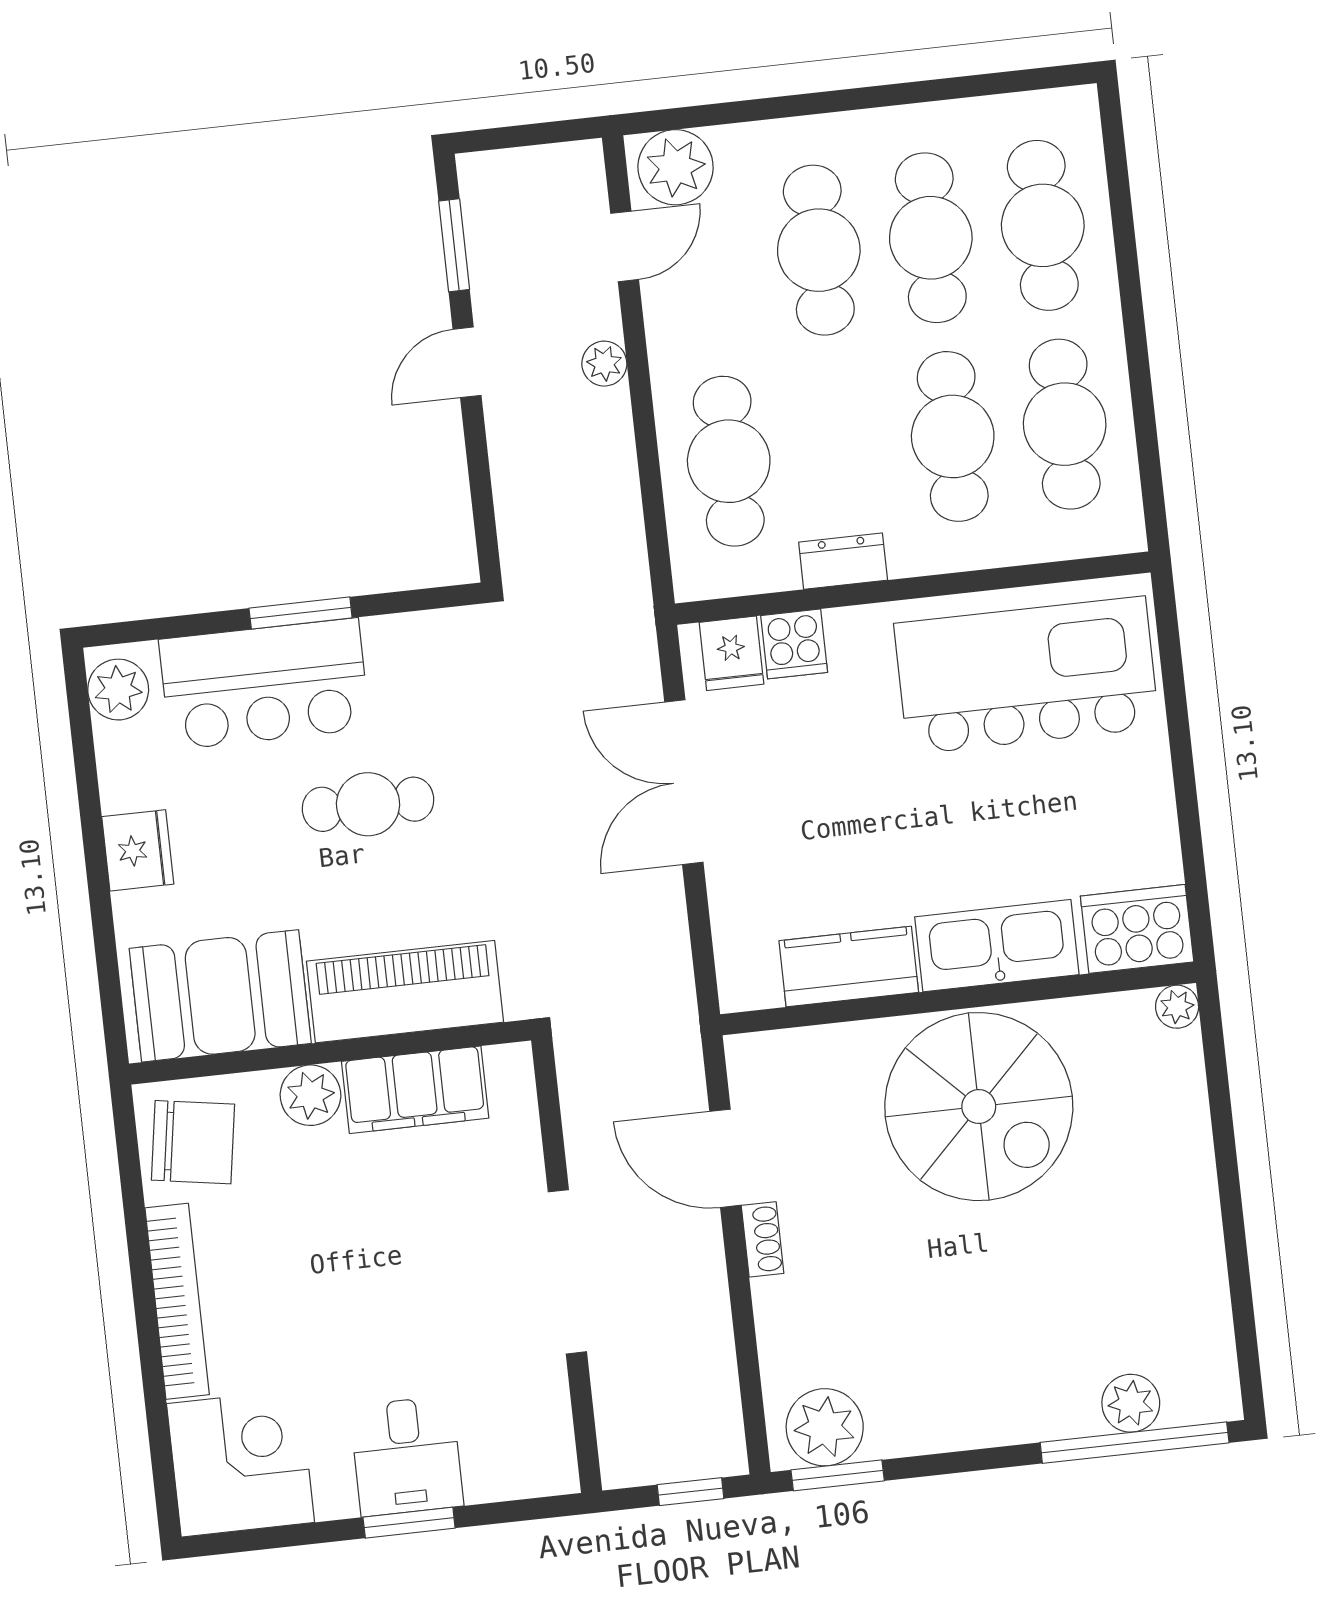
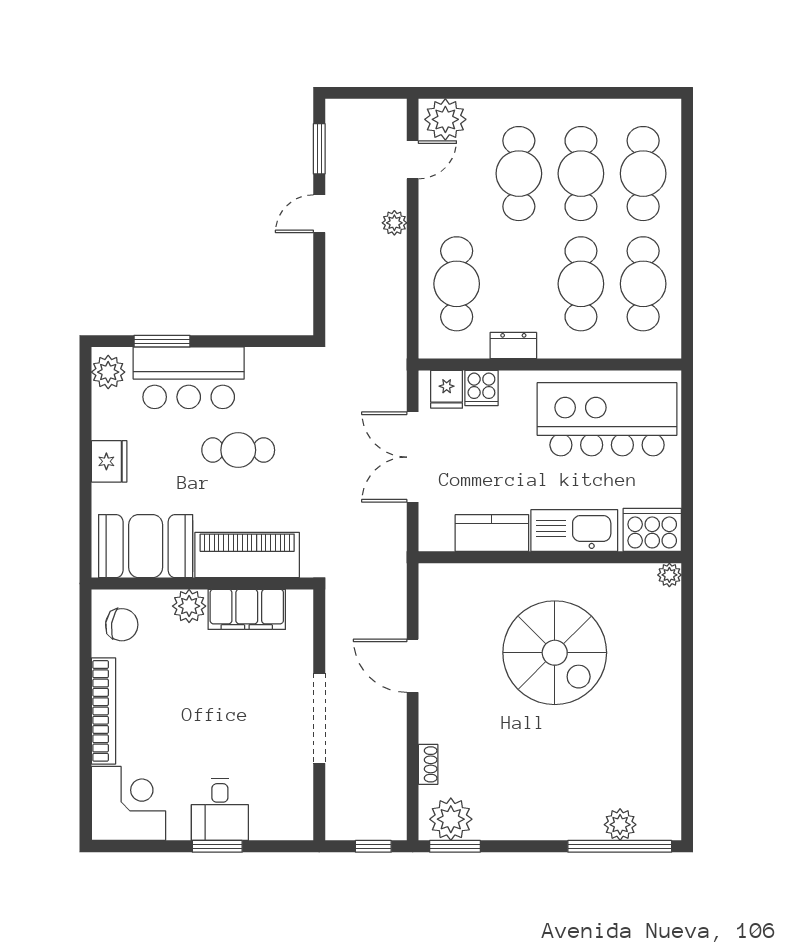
window: (301, 613) -> (162, 341), moved
cooker: (1137, 929) -> (652, 530), moved
kitchen sink: (997, 946) -> (574, 531), moved
kitchen counter: (849, 967) -> (492, 533), moved
wall: (958, 999) -> (550, 557), moved
plant: (1177, 1007) -> (669, 575), moved
chair: (193, 1142) -> (122, 625), width x0.73, depth x0.73
shoe rack: (763, 1239) -> (428, 764), moved

